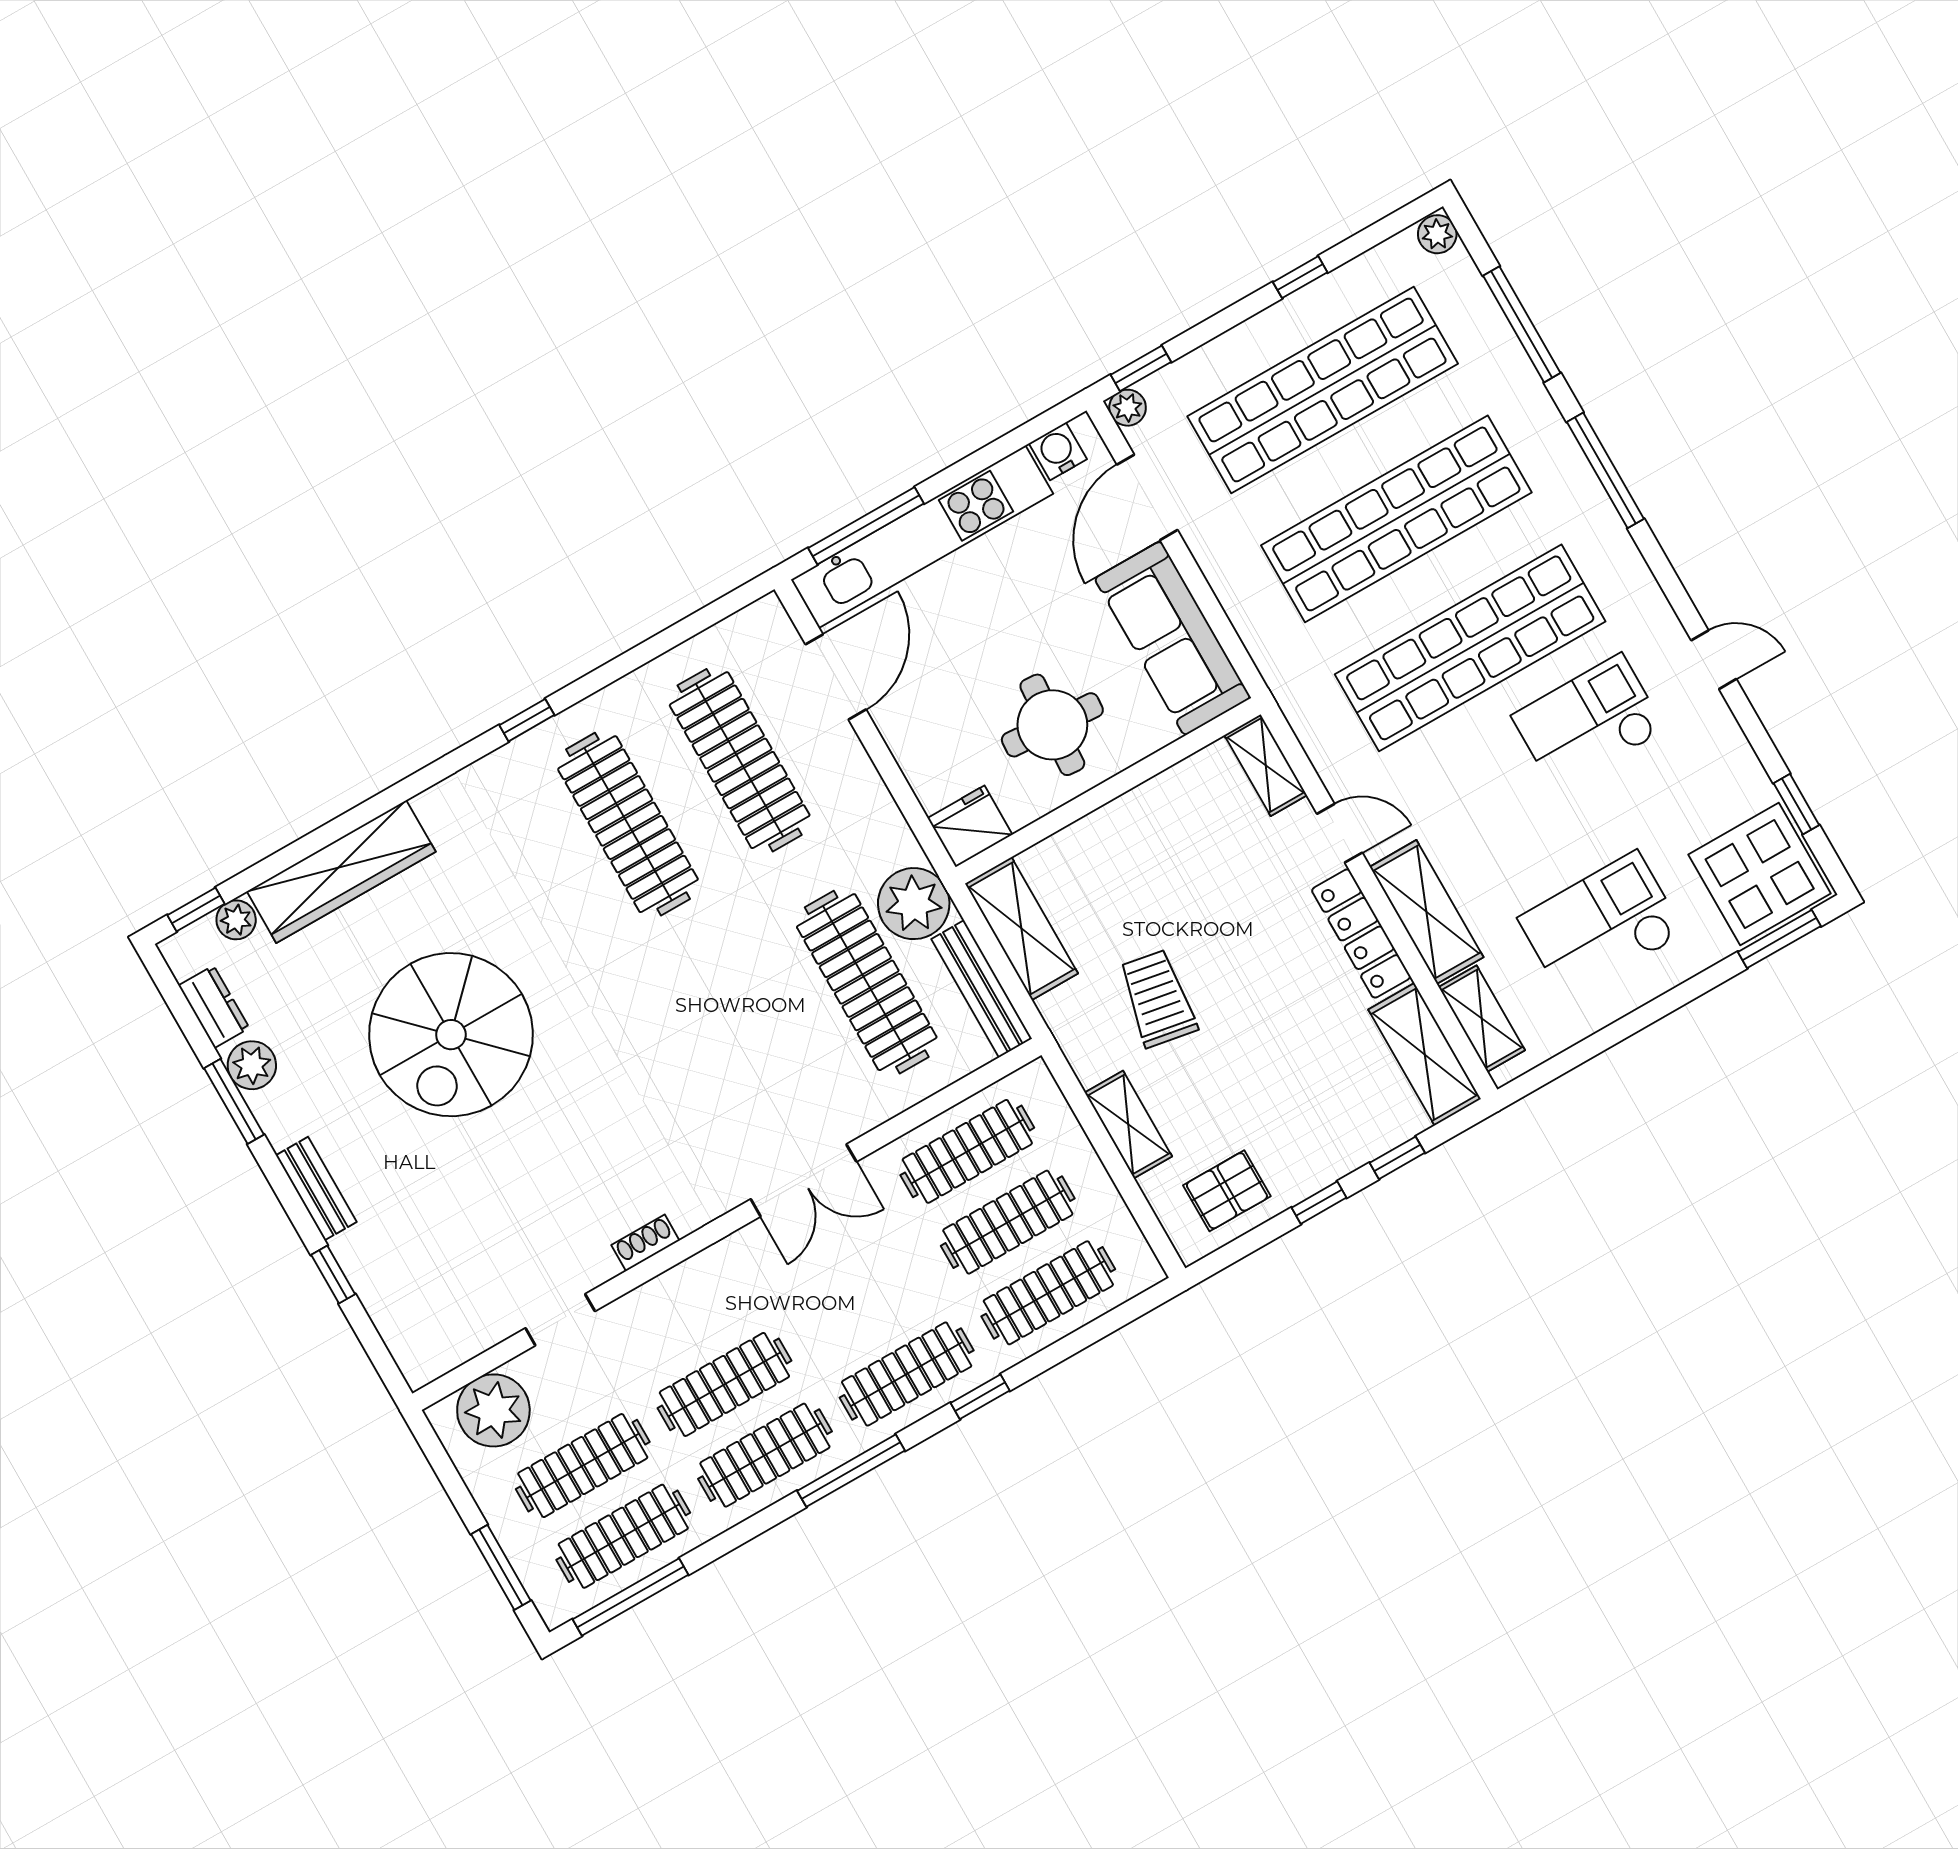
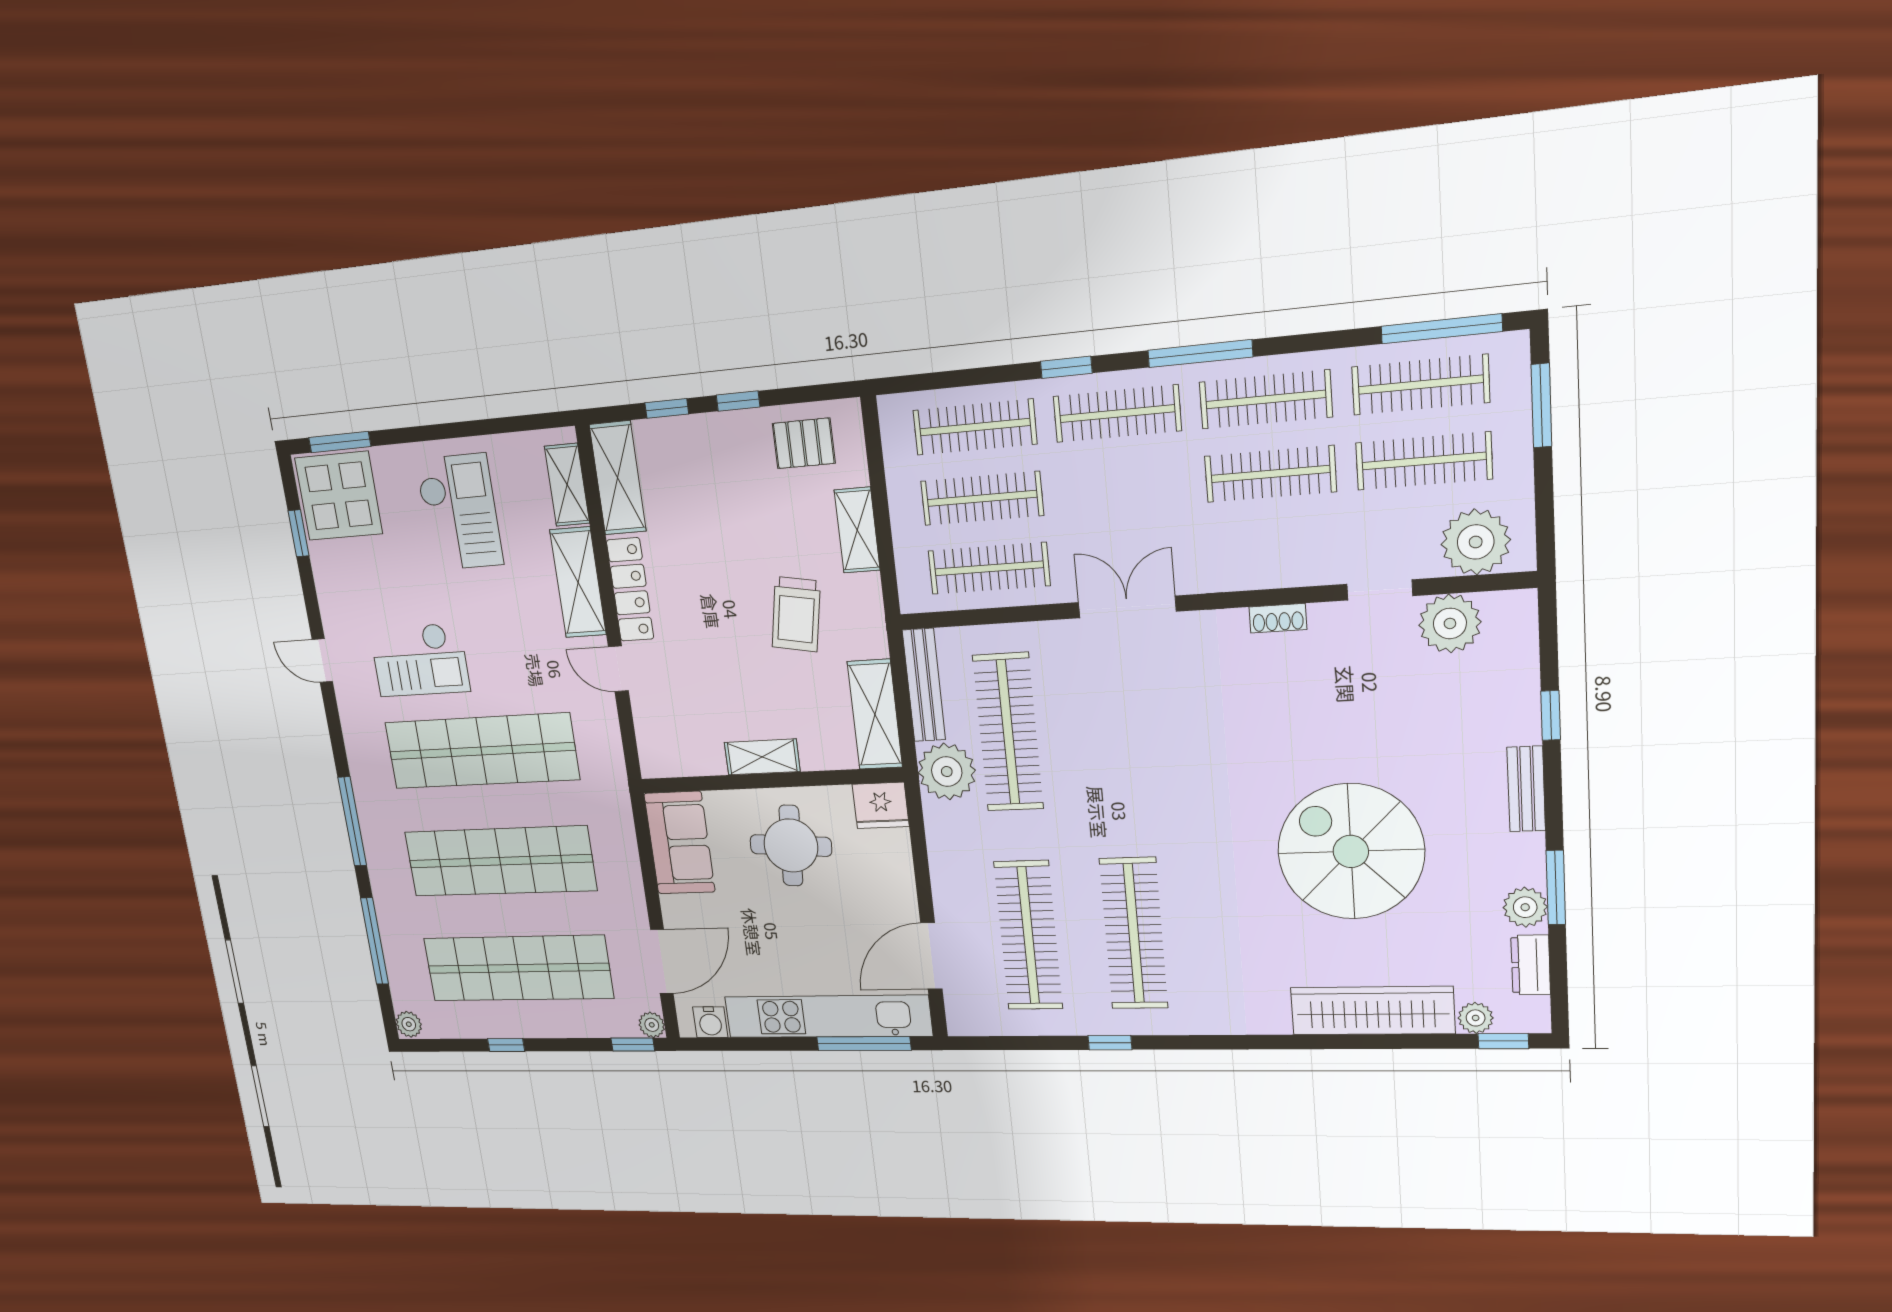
sofa: (1173, 638) -> (680, 843), width x0.73
window: (527, 720) -> (1110, 1043), moved
shelving: (1266, 765) -> (762, 757), moved, turned 90
checkout: (1601, 926) -> (459, 512), turned -90
spiral stairs: (451, 1035) -> (1351, 851), turned -90
plant: (476, 1319) -> (1450, 623), added

